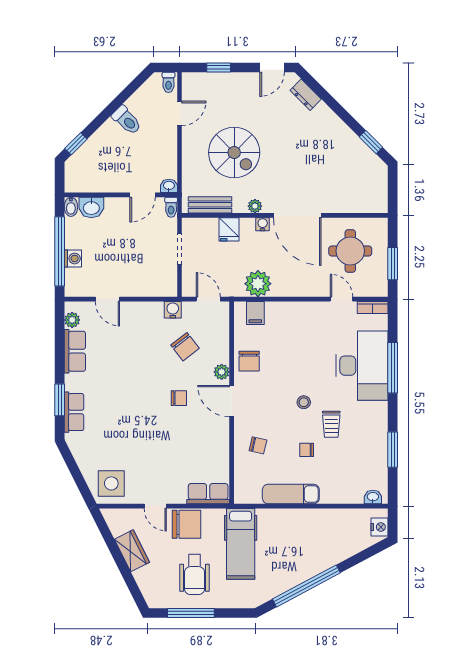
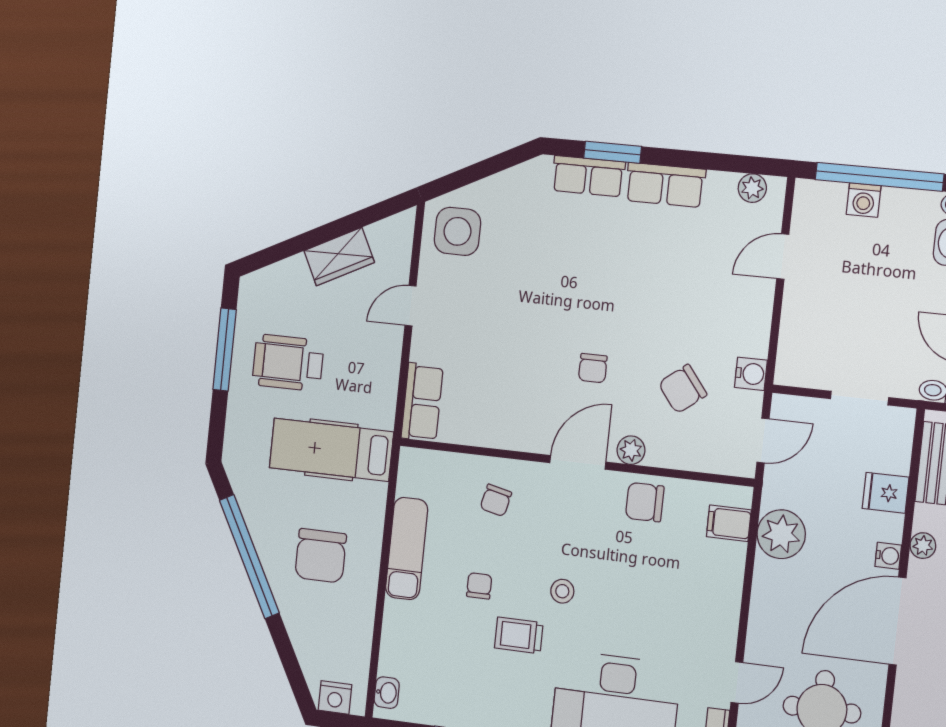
row of seats: (75, 351) -> (665, 185), moved
chair: (187, 524) -> (321, 556), moved

